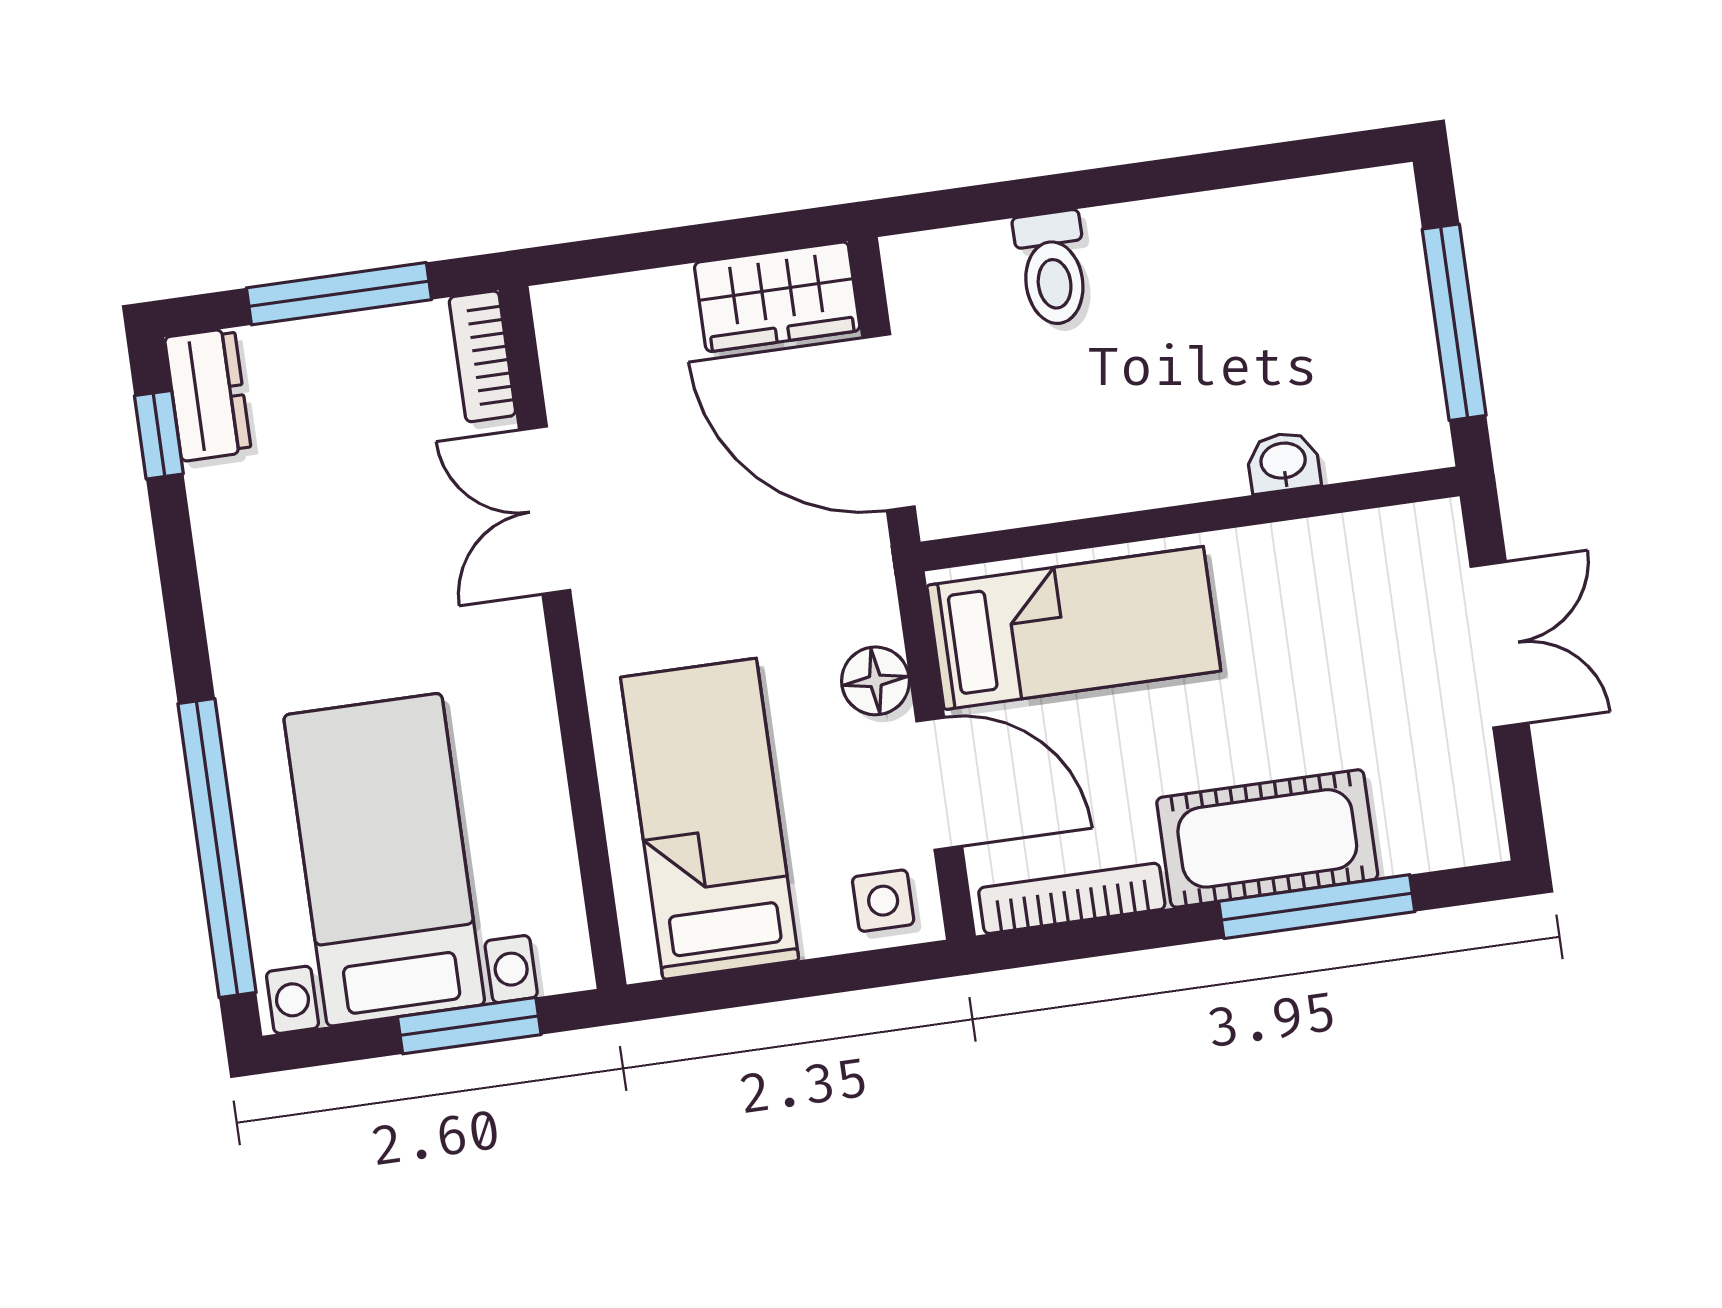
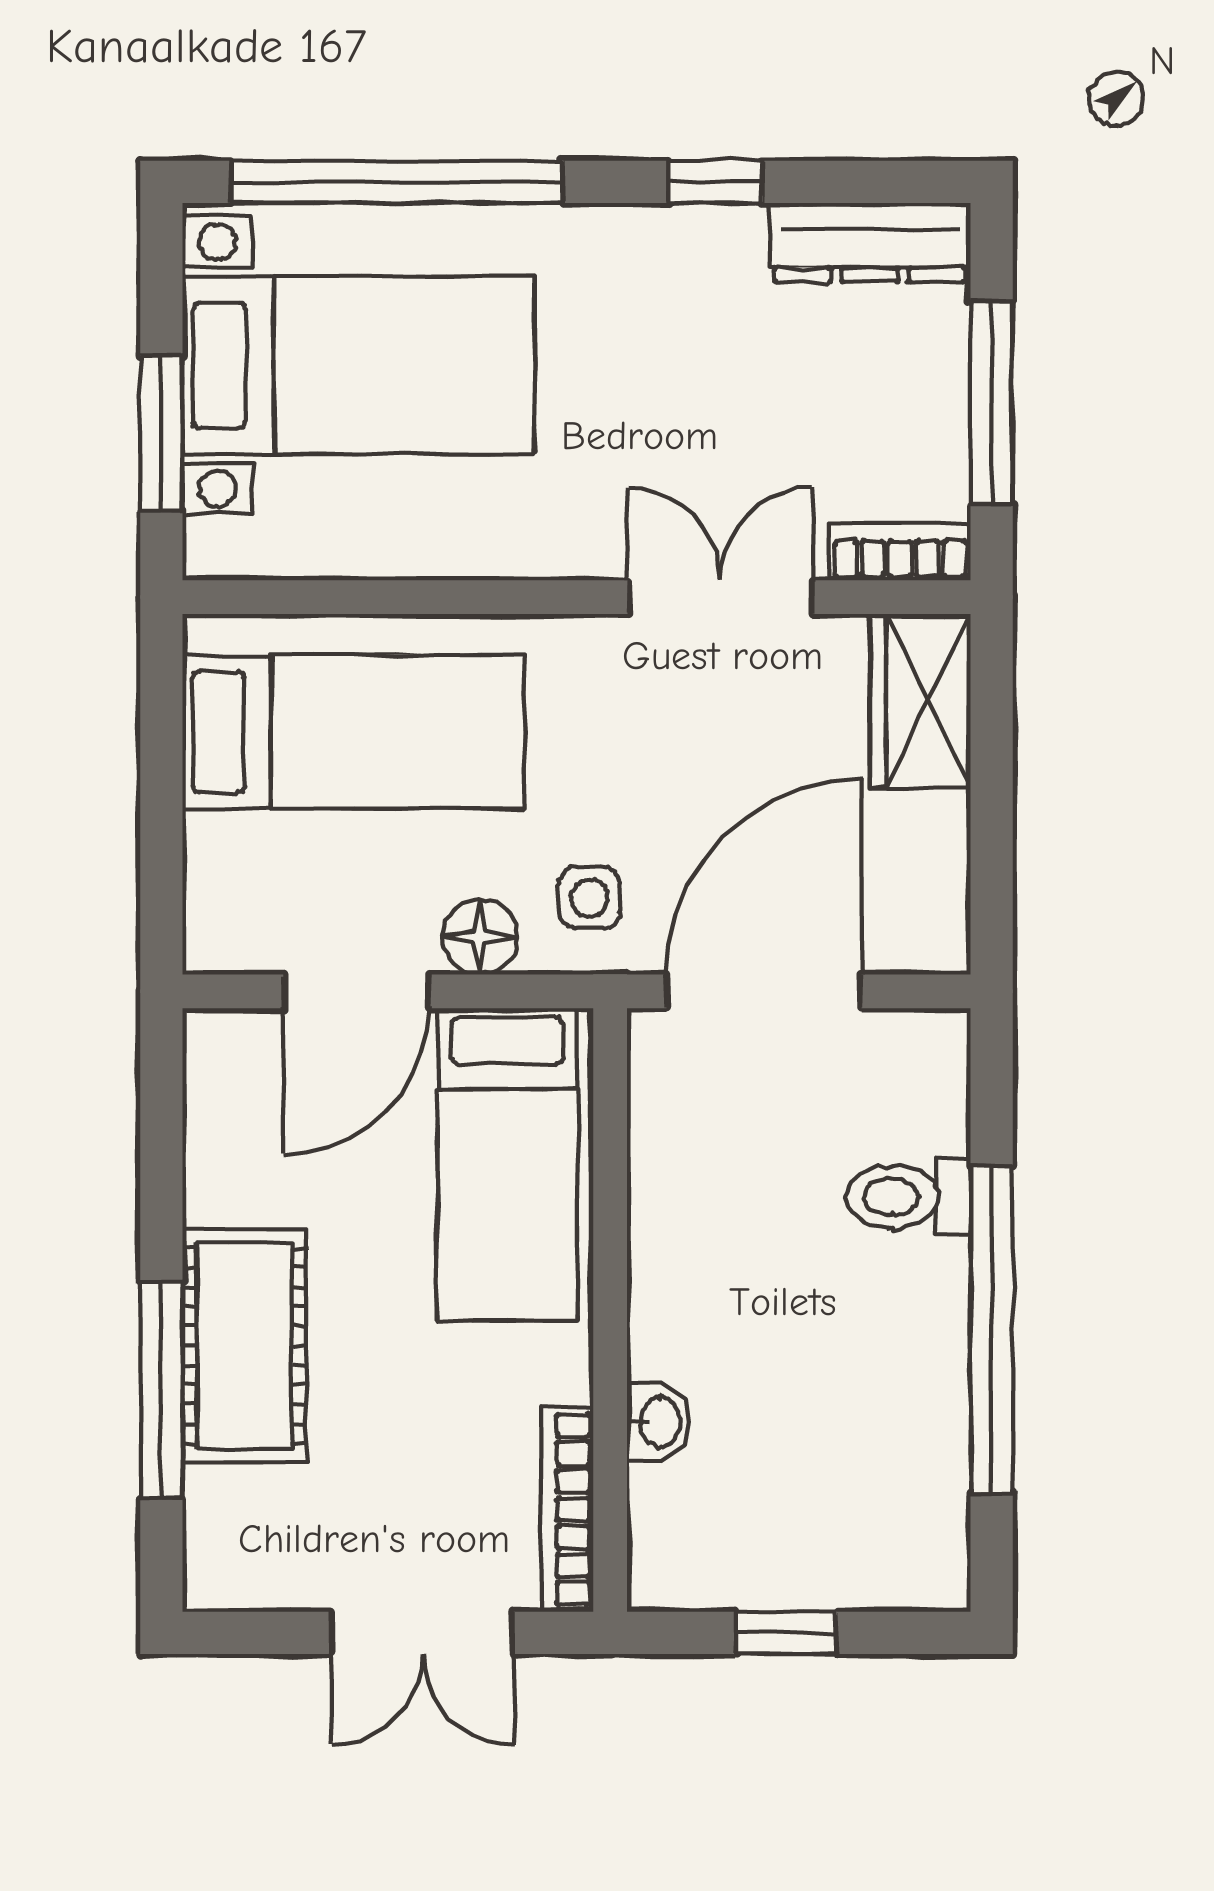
window: (1159, 178) -> (992, 1329), added
wardrobe: (777, 297) -> (920, 701), moved
window: (1454, 322) -> (787, 1633), width x0.46
dresser: (208, 395) -> (870, 242), width x1.44
window: (159, 435) -> (715, 182), moved
bookcase: (1072, 898) -> (567, 1509), moved, turned 180
side table: (883, 901) -> (589, 898), moved

